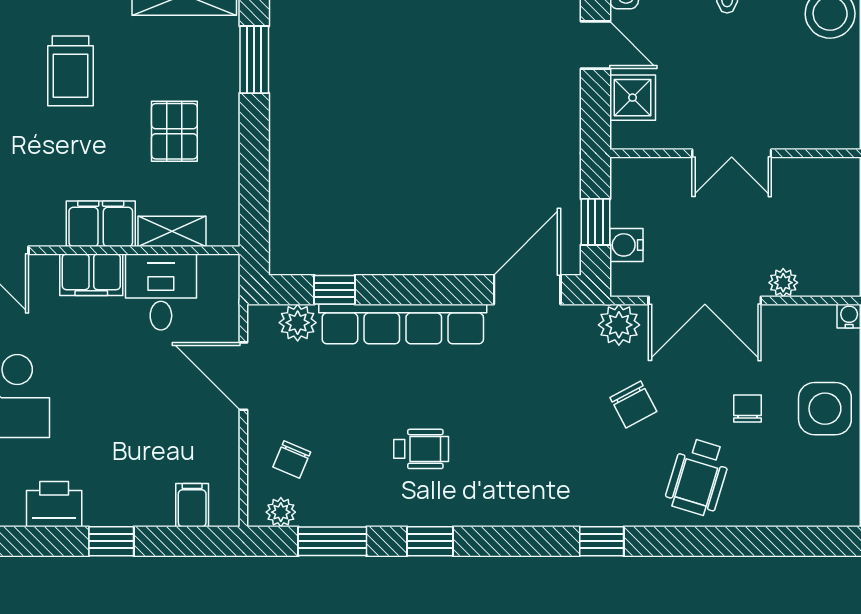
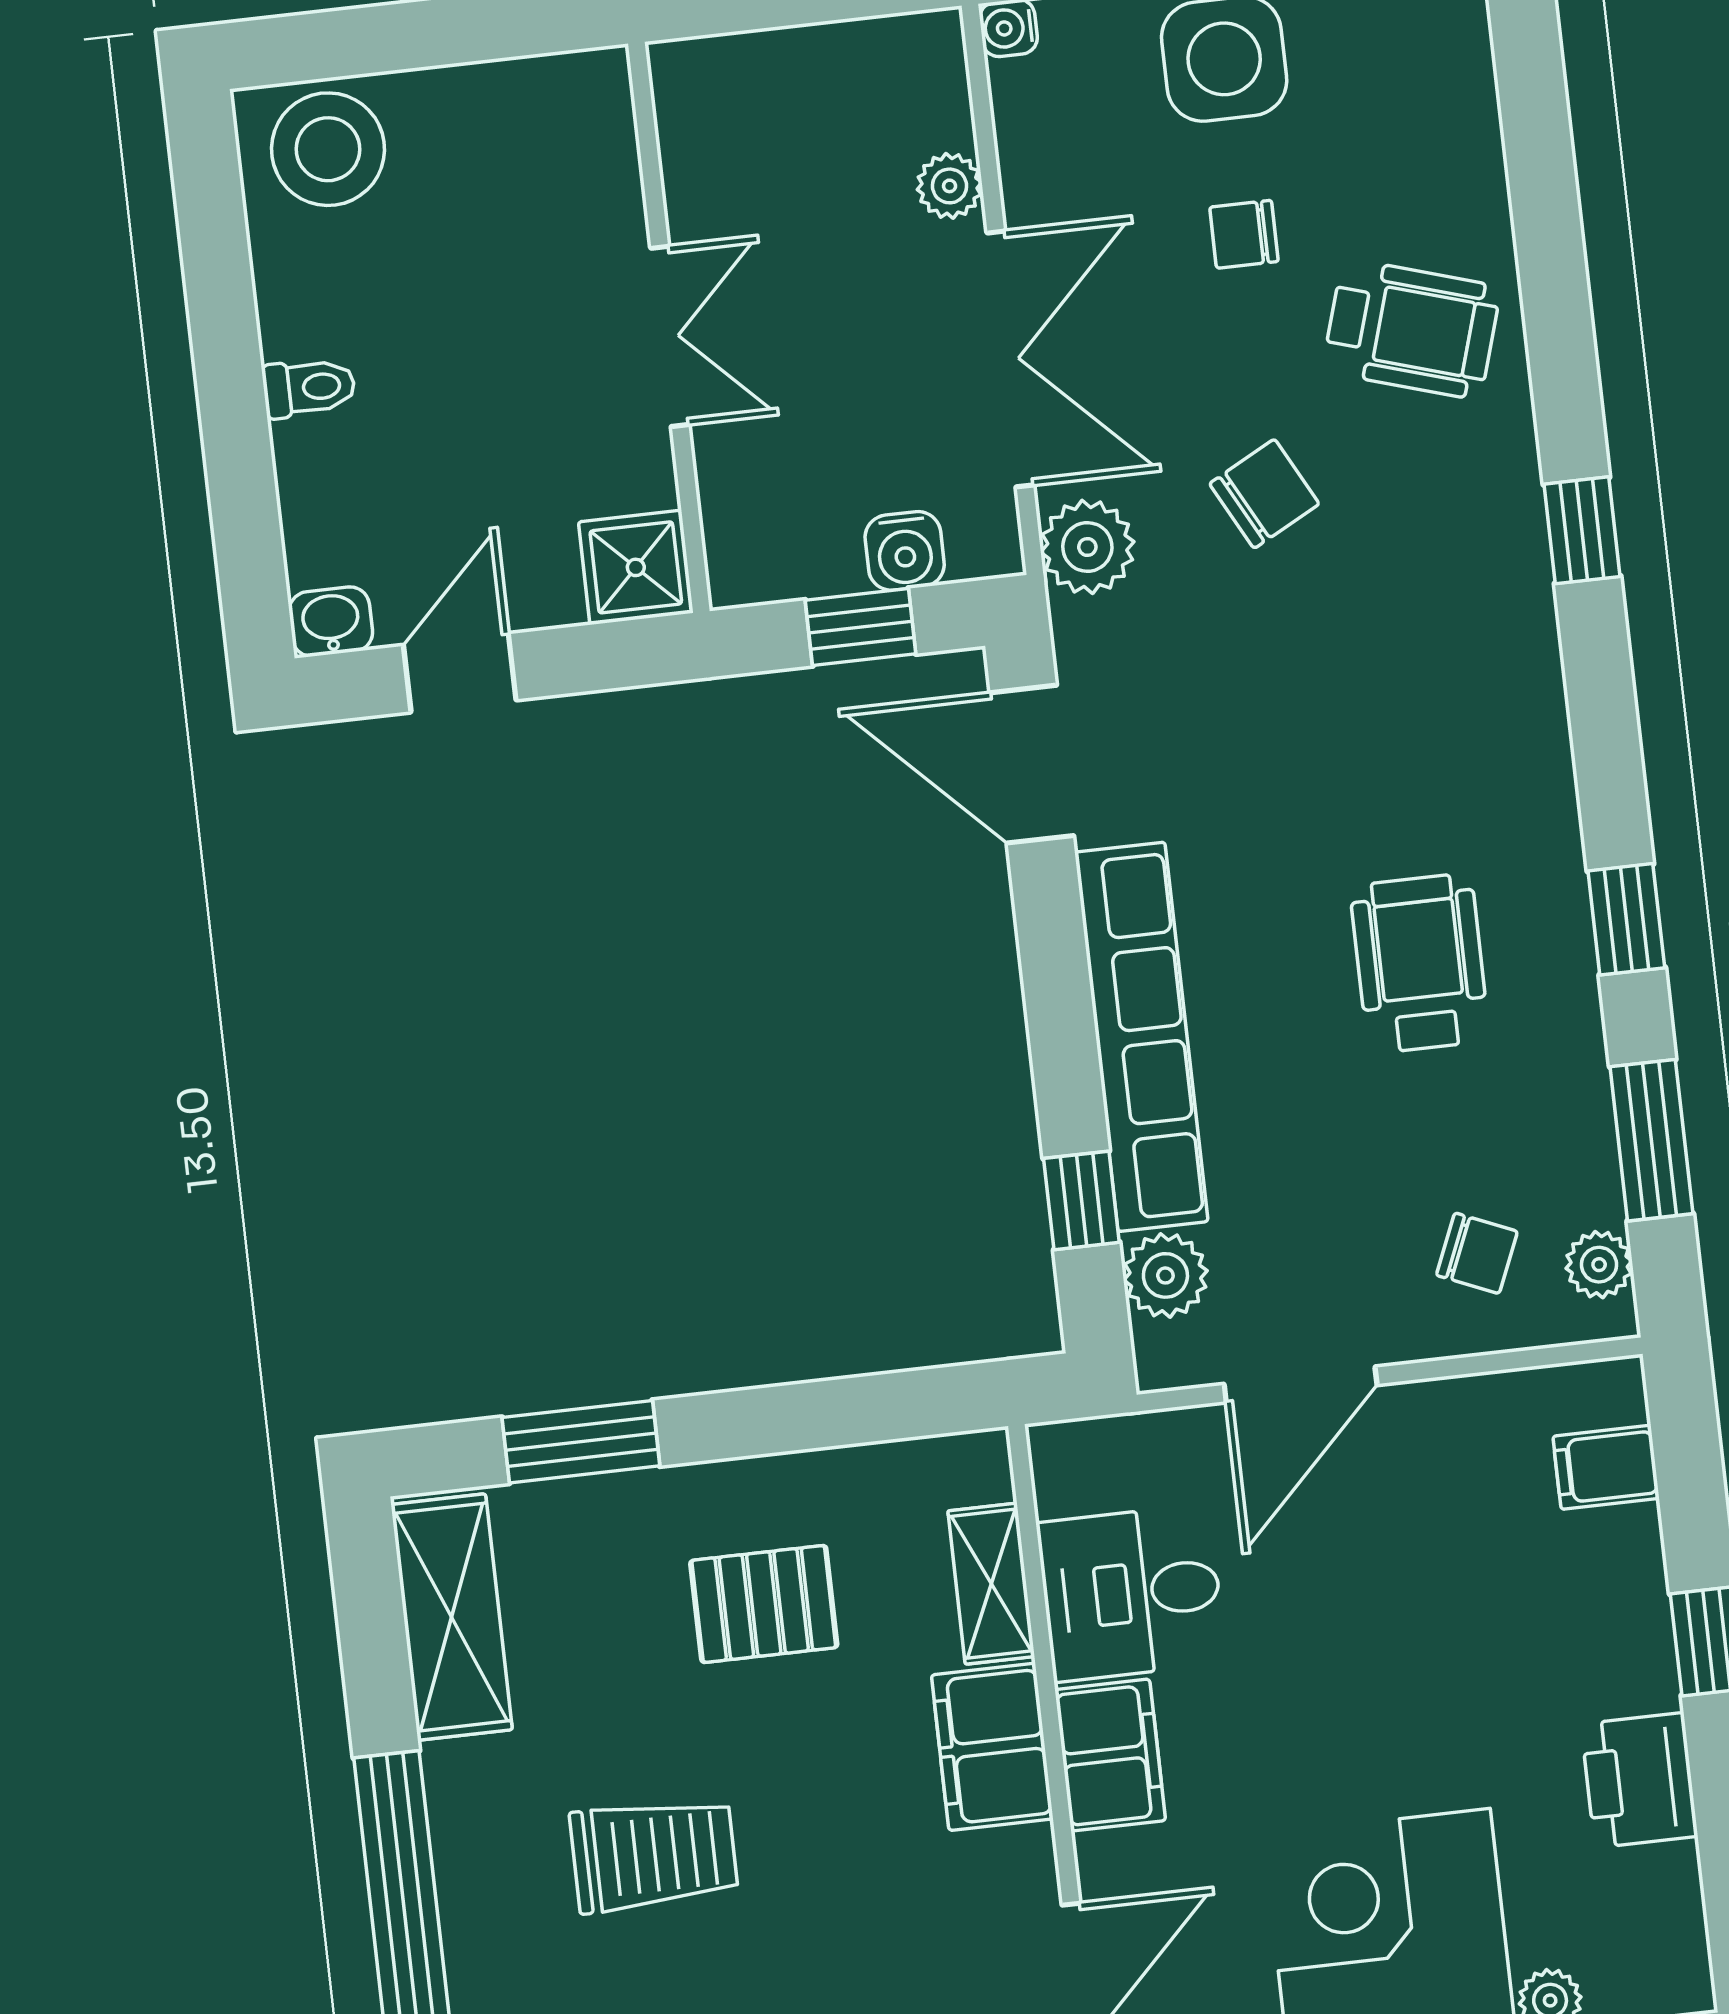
shower: (633, 98) -> (636, 567), moved
wheelchair: (421, 449) -> (1420, 963), width x1.36, depth x1.37

